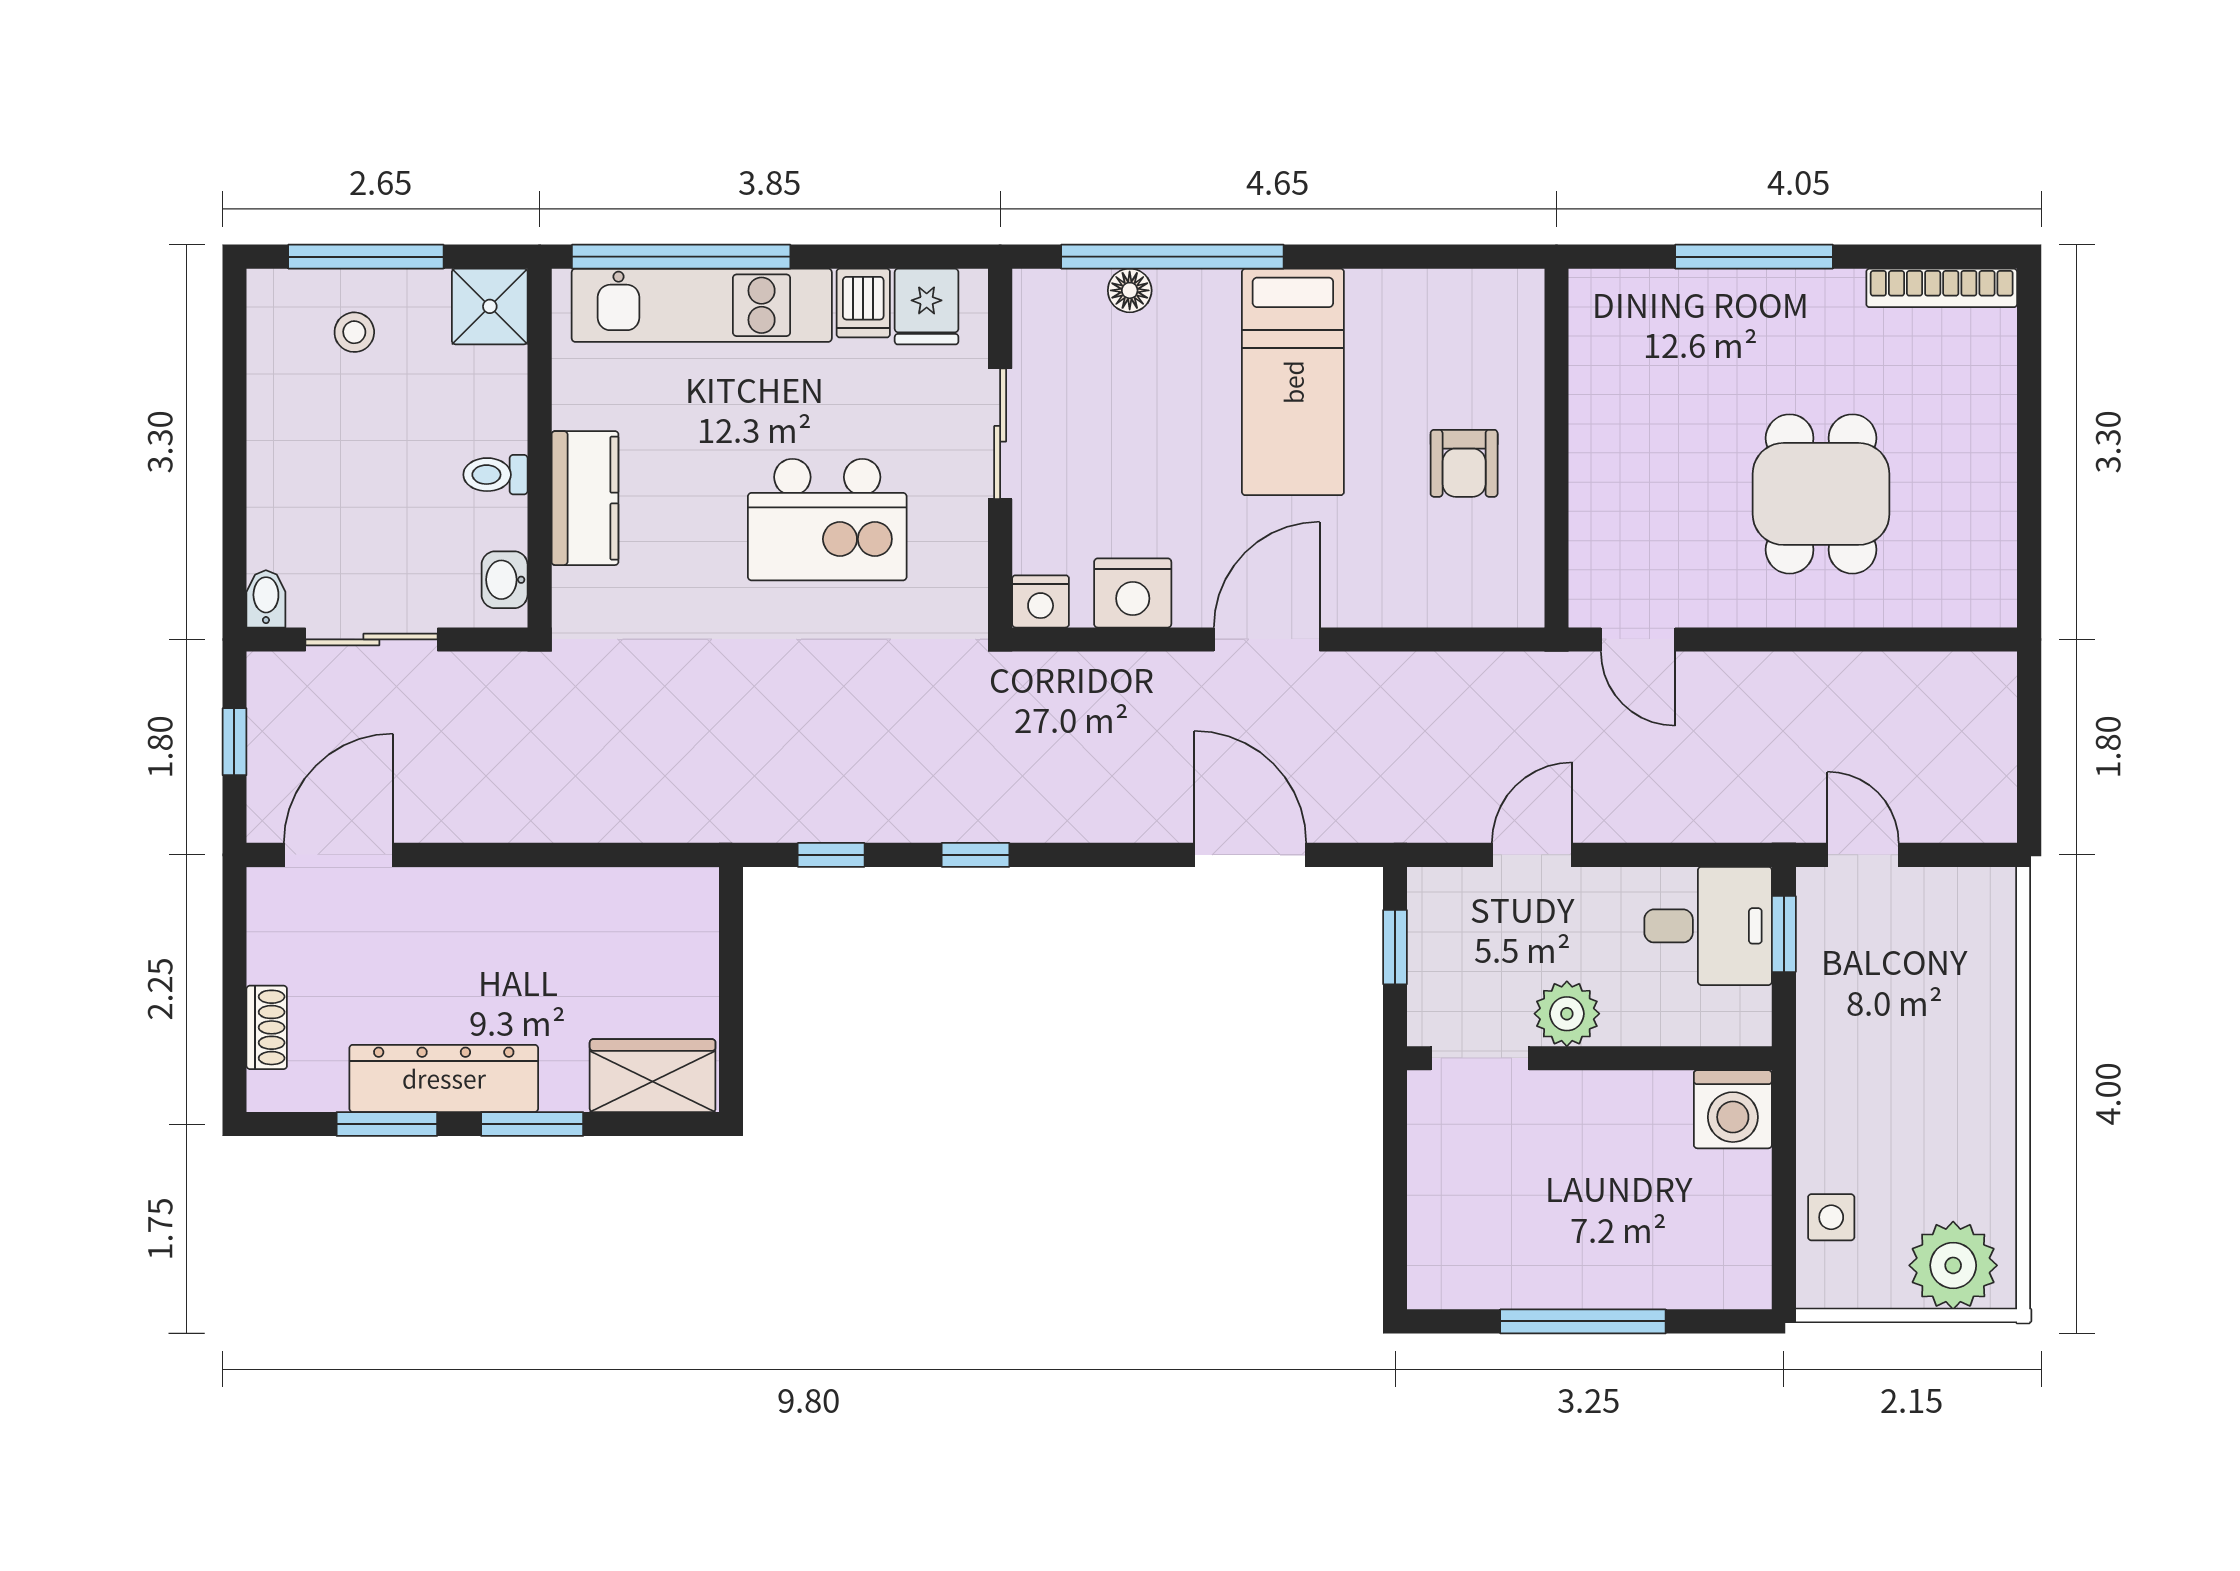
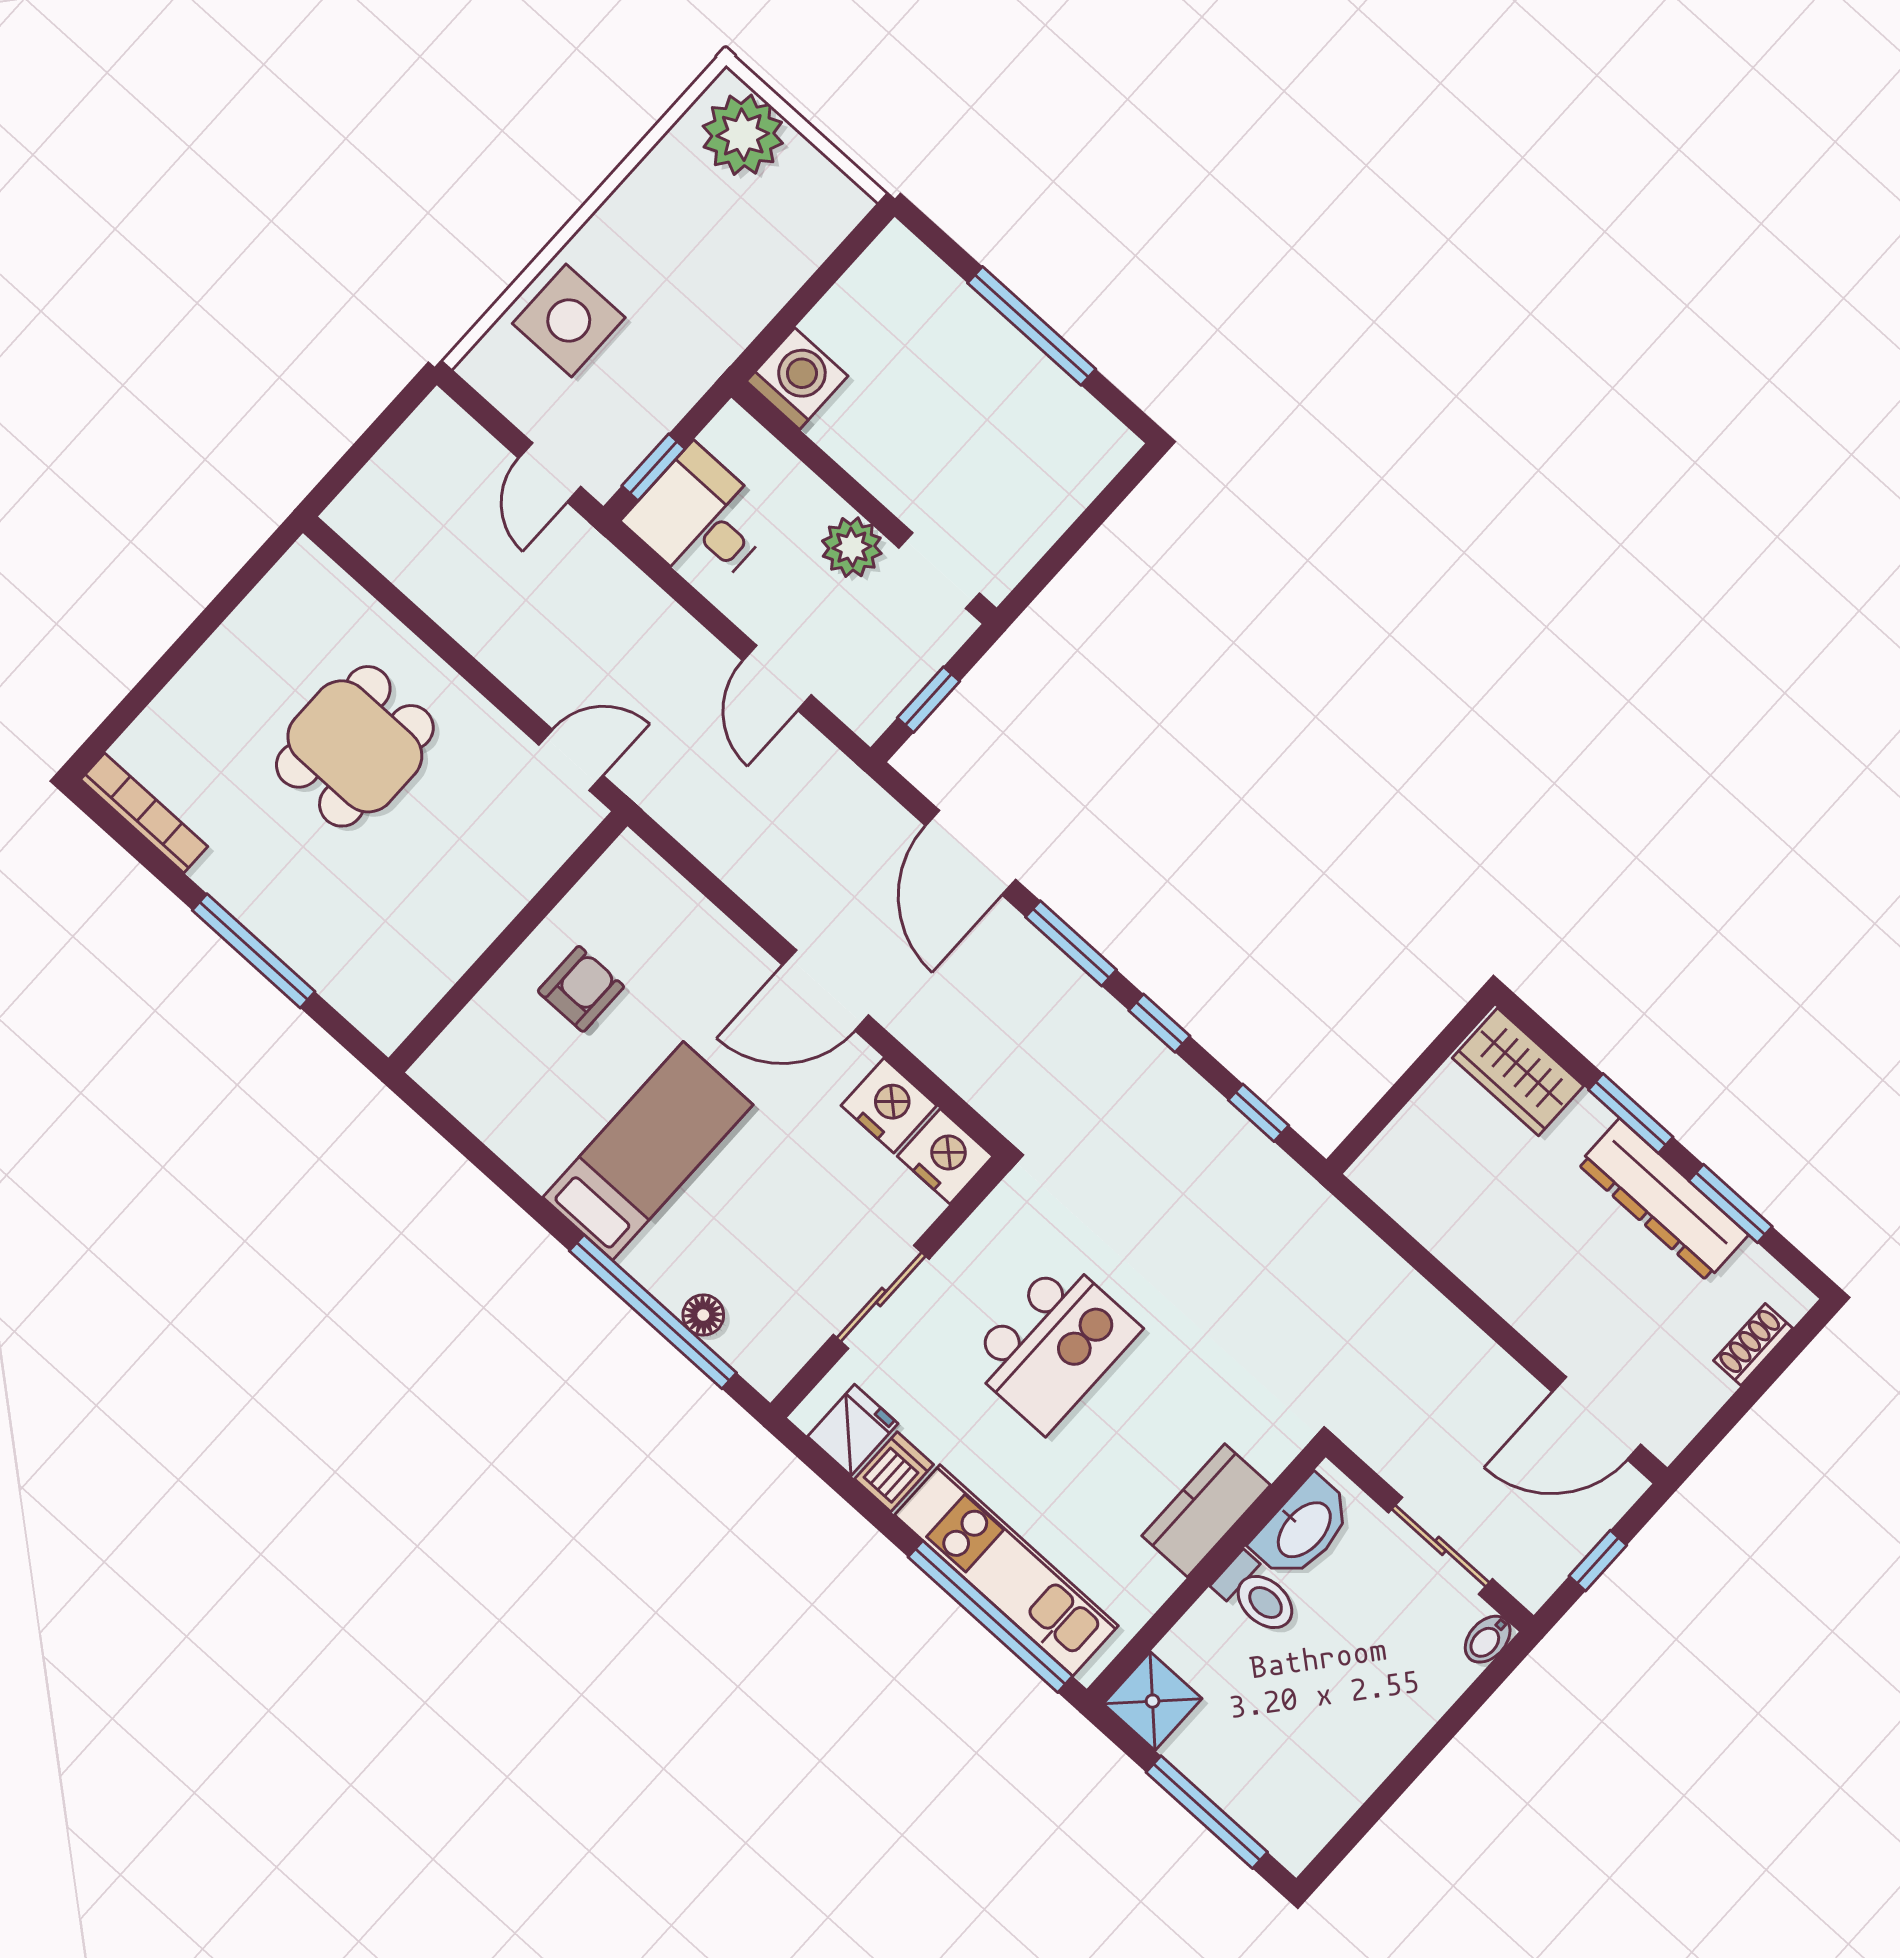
stool: (354, 332) -> (1262, 1767), removed
toilet: (495, 475) -> (1257, 1595), width x1.37, depth x1.39
kitchen island: (827, 520) -> (1053, 1345), turned 90
washbasin: (505, 580) -> (1303, 1529), width x1.91, depth x1.45
nightstand: (1041, 601) -> (945, 1156), width x1.36, depth x1.33
door: (1638, 639) -> (571, 760), hinge flipped
window: (1104, 855) -> (1071, 943), added
door: (1532, 855) -> (777, 678), hinge flipped
side table: (1831, 1217) -> (569, 320), moved, width x1.87, depth x1.87

